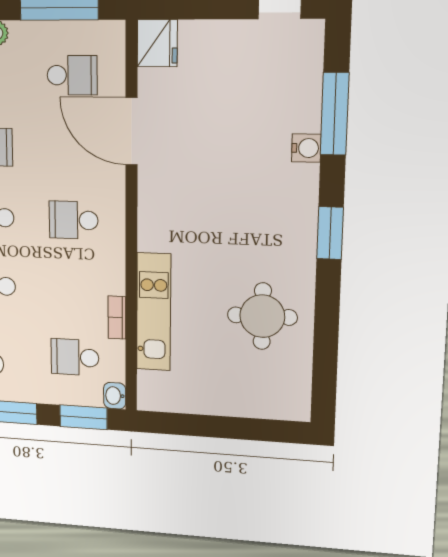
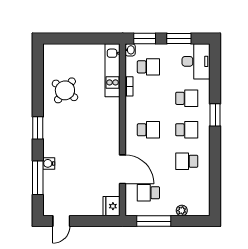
kitchen unit: (154, 312) -> (112, 70), moved
round table: (262, 316) -> (65, 90), turned 37

